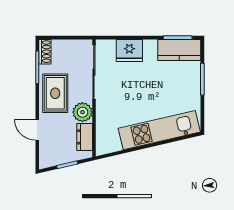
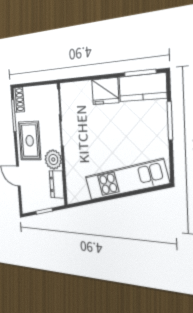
fridge: (129, 50) -> (105, 91), moved

